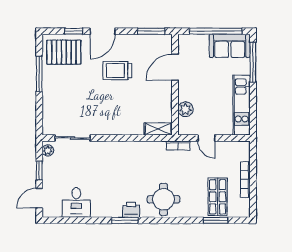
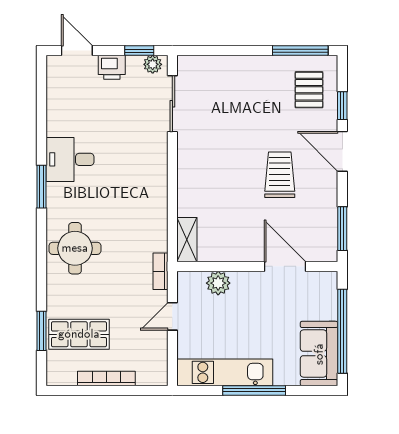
pallet: (64, 52) -> (309, 90), width x0.67, depth x0.71
window: (253, 62) -> (254, 390), moved
window: (39, 74) -> (300, 51), moved
window: (39, 171) -> (139, 51), moved
desk: (76, 202) -> (70, 159), moved
printer: (131, 210) -> (112, 67), moved, turned 90

